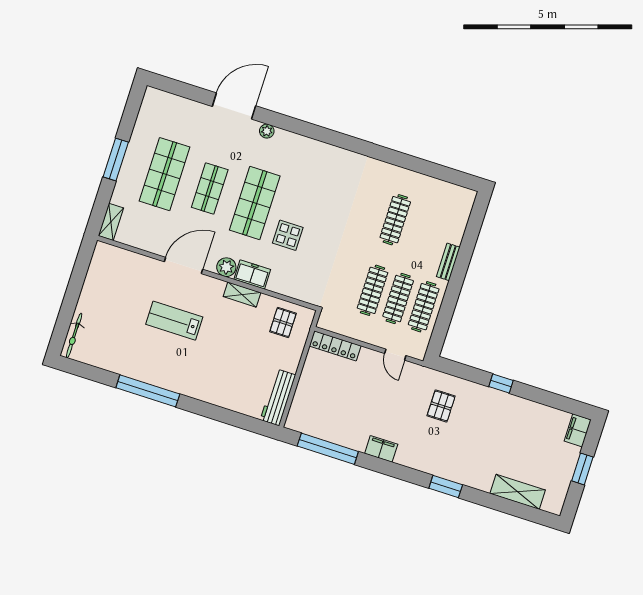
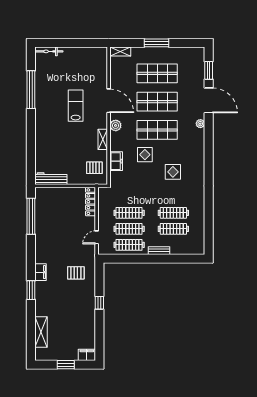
window: (186, 91) -> (209, 70), added
shop shelf: (210, 189) -> (157, 102), width x1.43, depth x1.36
display table: (330, 199) -> (173, 172), added
clothes rail: (421, 228) -> (173, 229), added
freezer: (252, 274) -> (116, 161), moved
window: (148, 391) -> (31, 90), moved
filing cabinet: (381, 449) -> (41, 272), moved

